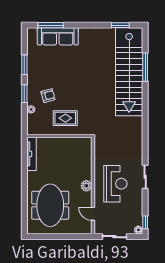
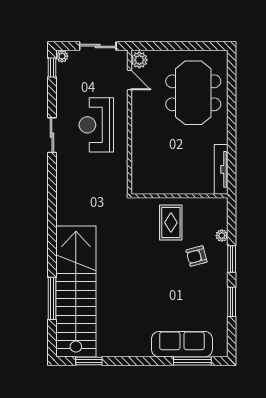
rug: (65, 118) -> (171, 223), turned 90
plant: (86, 186) -> (139, 60), moved

